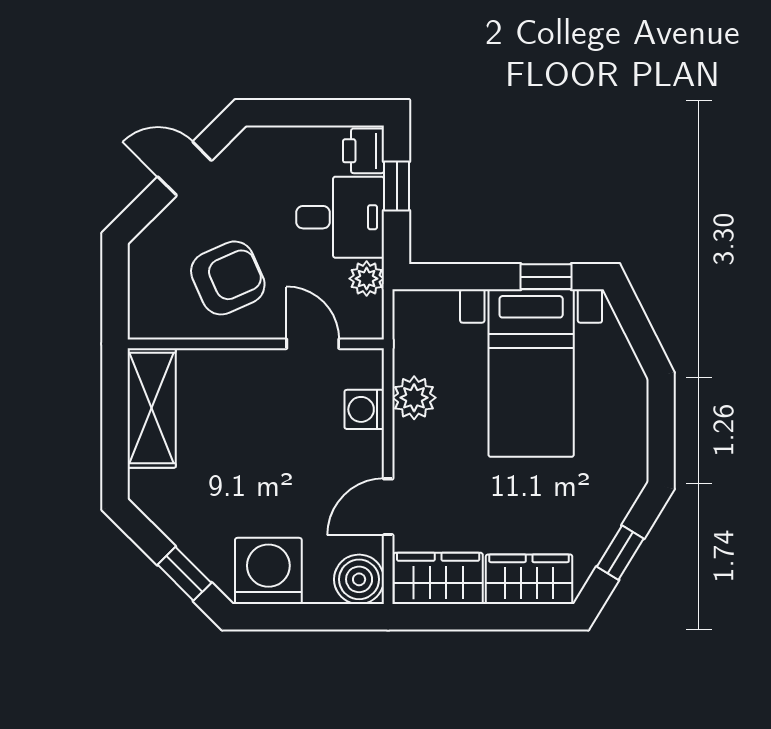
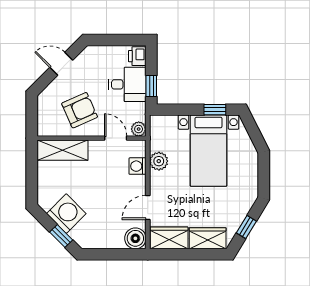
window: (397, 186) -> (151, 86), moved
plant: (367, 279) -> (139, 129), moved
shelving: (152, 408) -> (62, 150), moved, turned 90
washing machine: (268, 571) -> (66, 214), moved, turned 45

